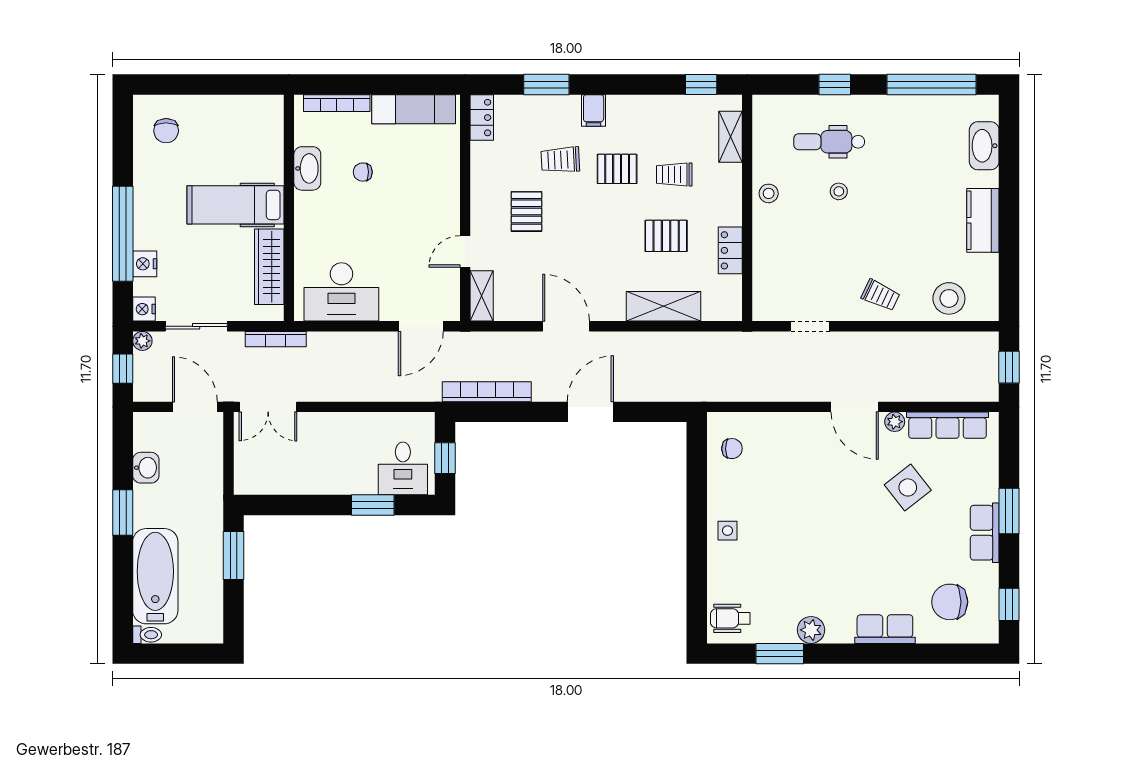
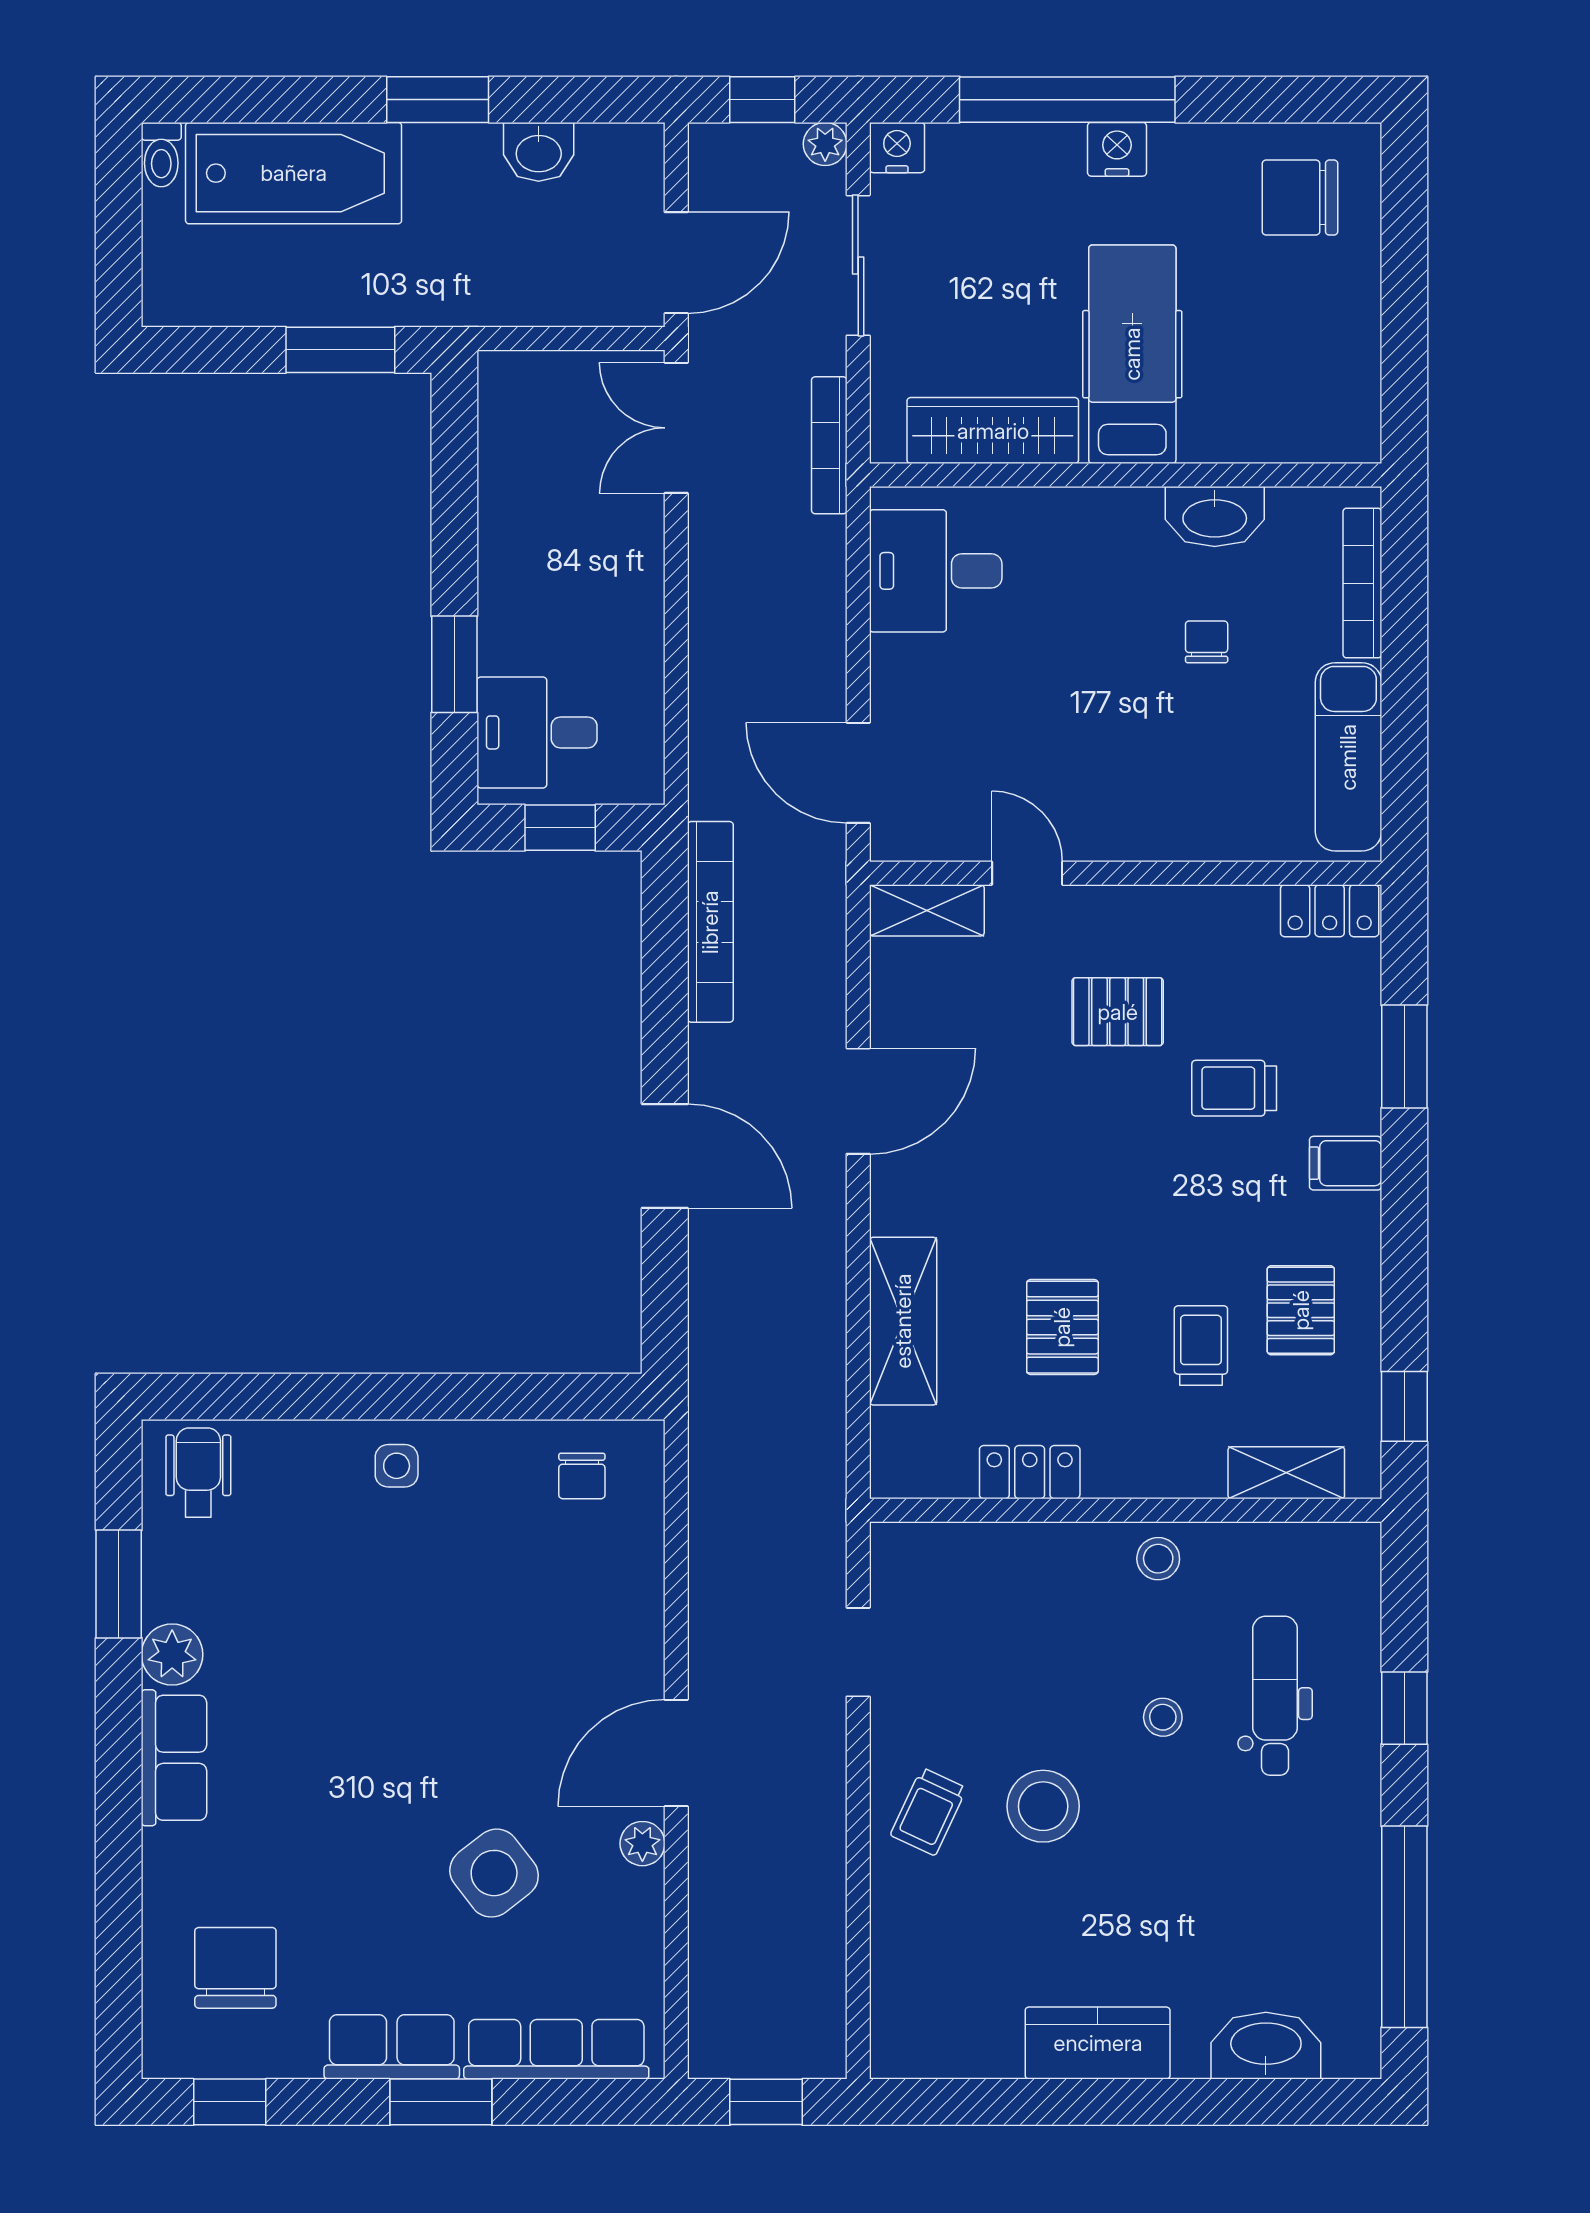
chair: (166, 131) -> (1300, 198), width x1.37, depth x1.37
trolley: (560, 160) -> (1234, 1088), turned -87
pallet: (617, 169) -> (1301, 1310), moved
nightstand: (145, 264) -> (1117, 149), moved
desk: (341, 292) -> (936, 571), width x0.73
stool: (949, 298) -> (1043, 1806), moved
row of seats: (948, 425) -> (556, 2049), moved, turned 90
row of seats: (885, 629) -> (174, 1758), moved

